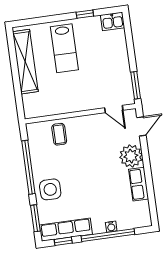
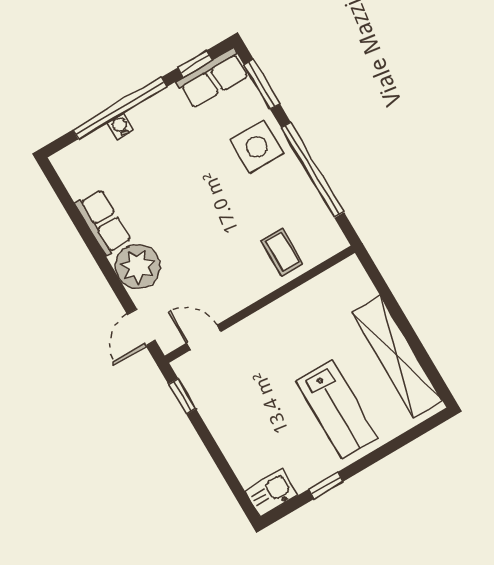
lab bench: (64, 48) -> (337, 409), turned 180
window: (136, 85) -> (182, 396), width x0.67
row of seats: (66, 230) -> (213, 78), width x0.68

